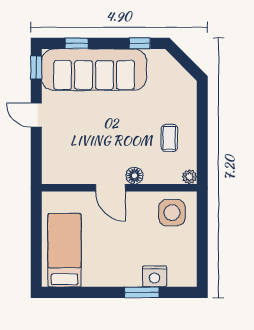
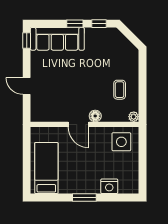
window: (77, 43) -> (75, 24), moved
sofa: (94, 70) -> (57, 39), width x0.74, depth x0.79
door: (36, 115) -> (27, 86), moved
window: (142, 292) -> (84, 197), moved

